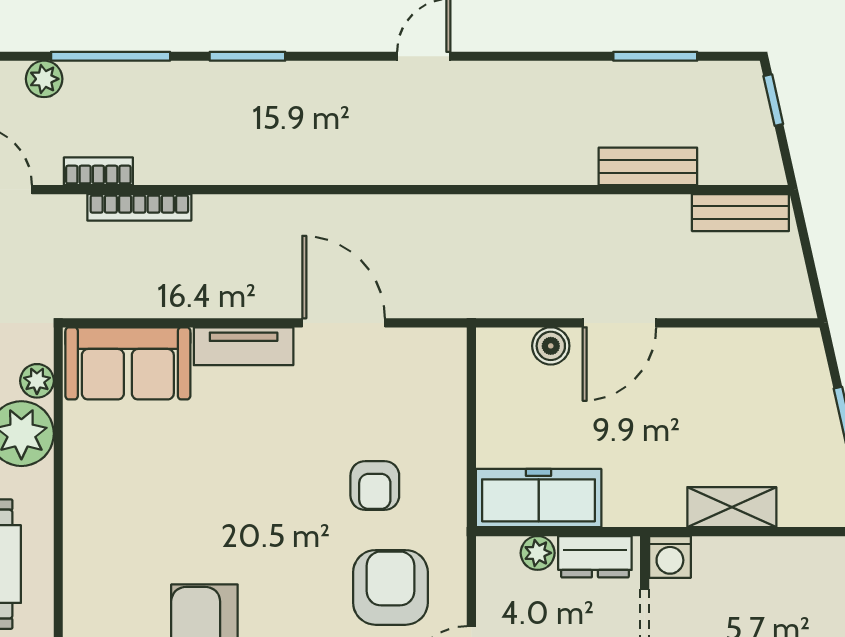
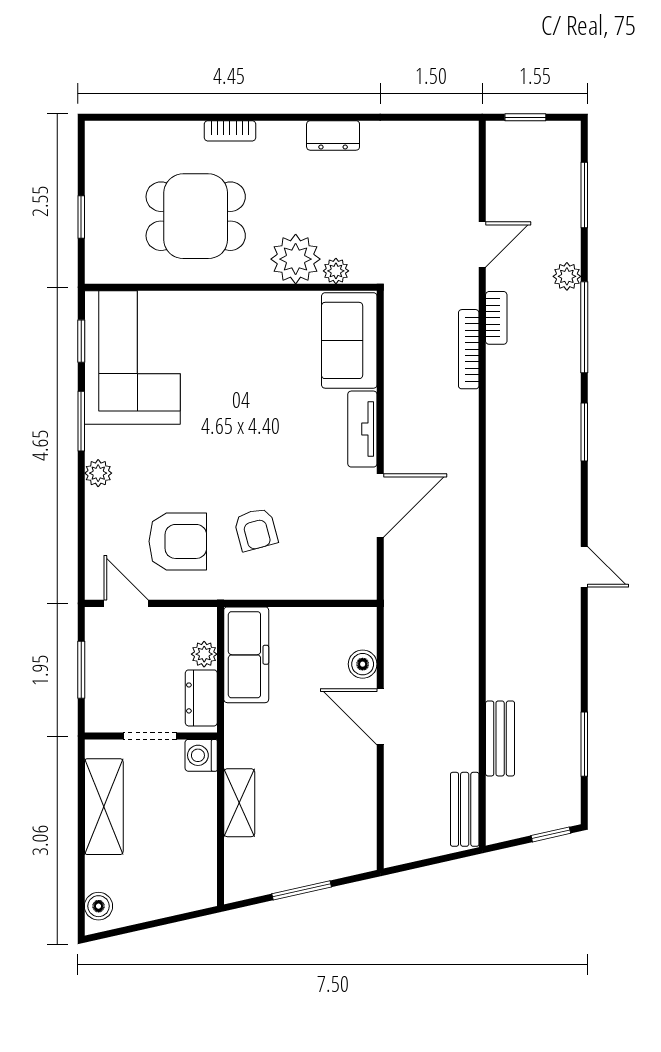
armchair: (375, 486) -> (256, 529), turned -105

